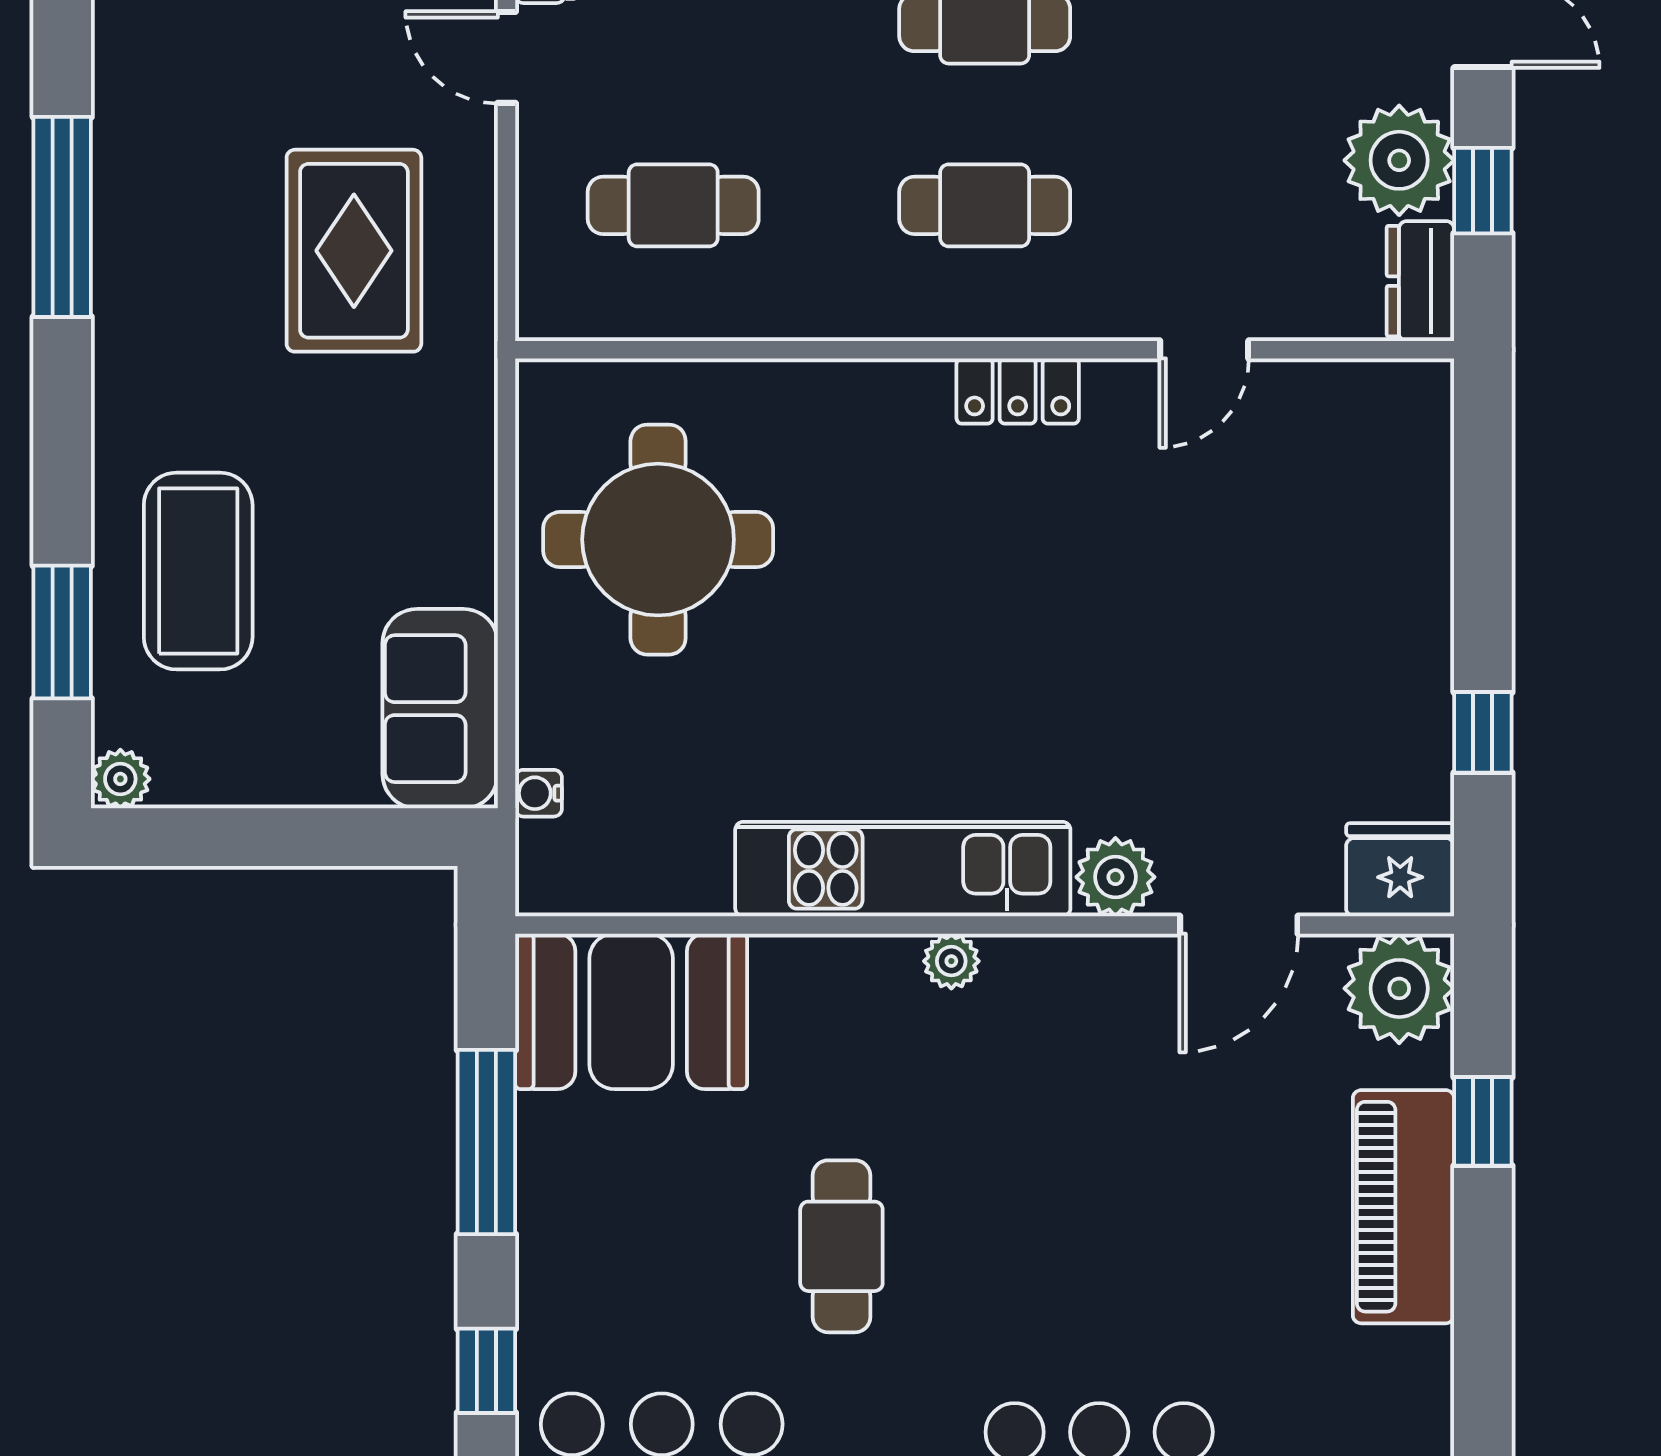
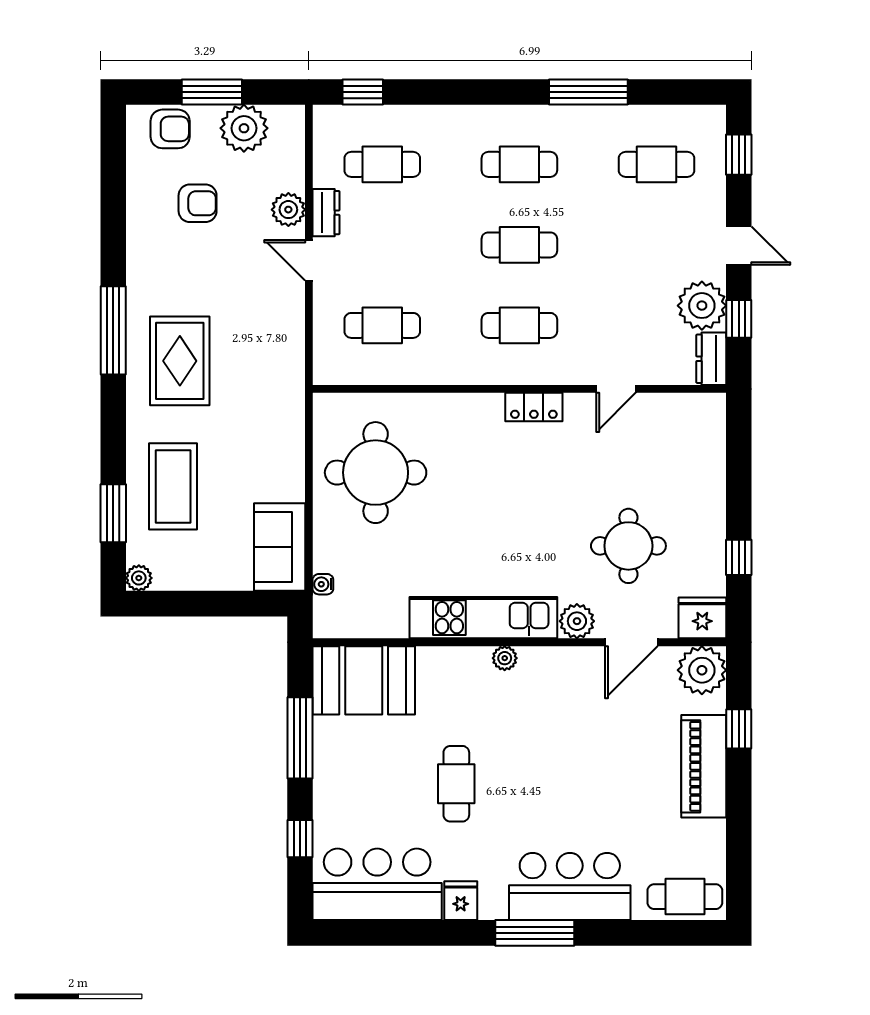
rug: (354, 251) -> (180, 361), moved
round table: (1232, 706) -> (628, 546), added

